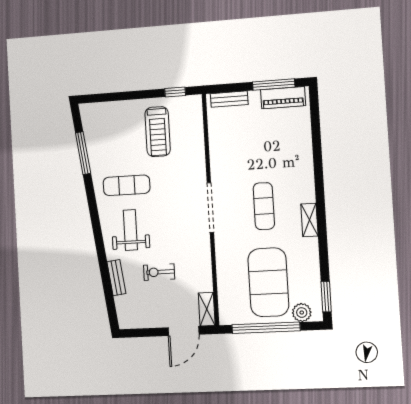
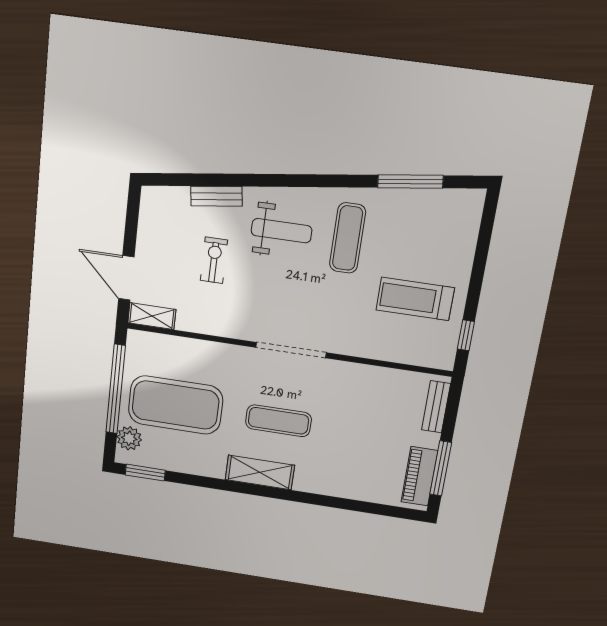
shelving: (309, 220) -> (260, 472), width x1.50, depth x1.33

